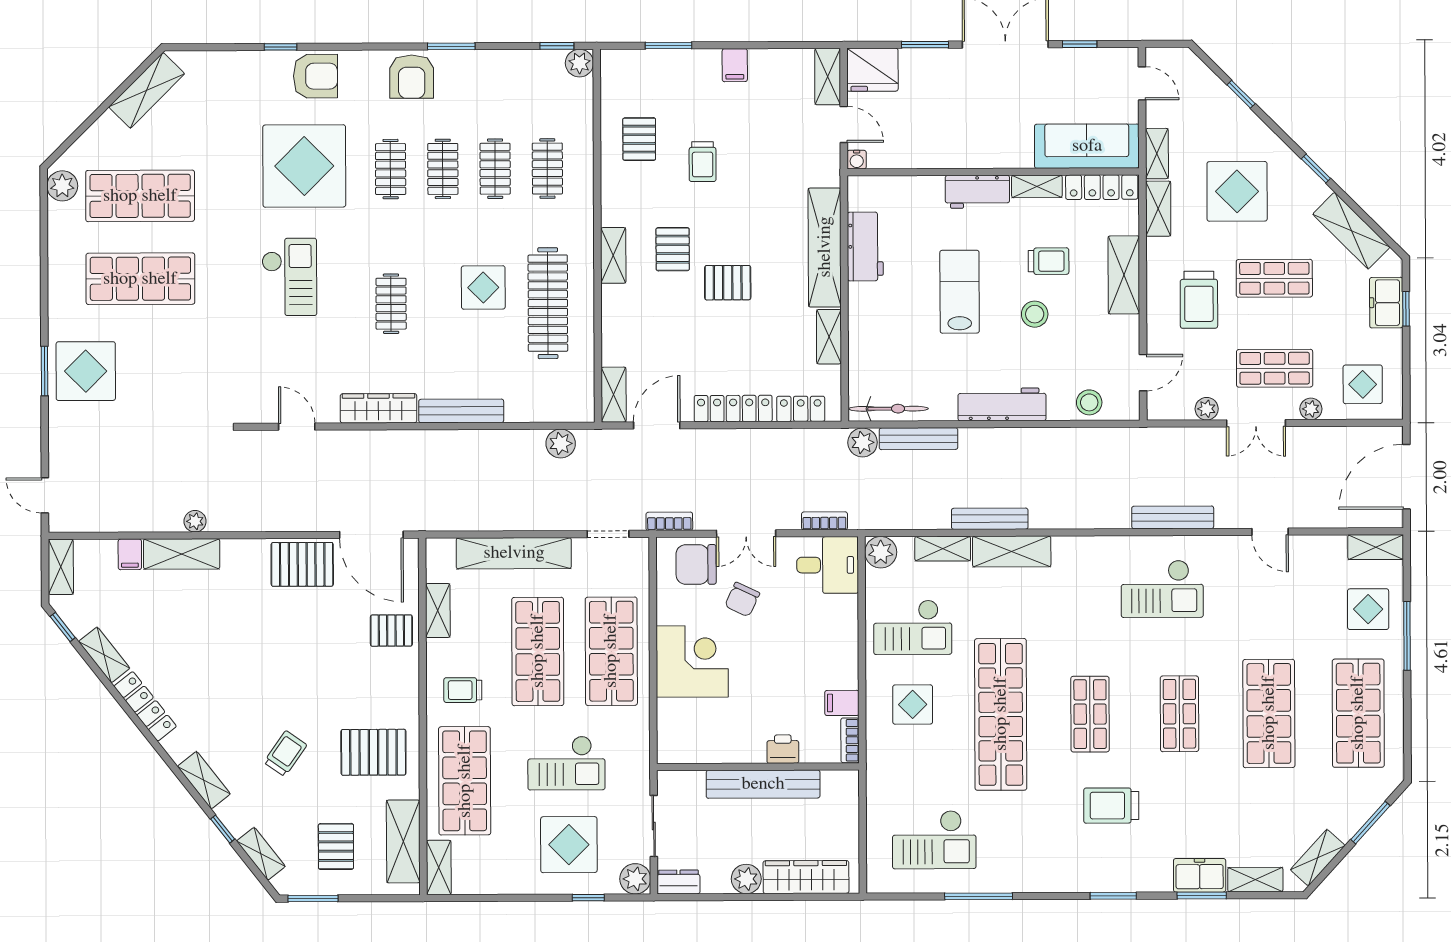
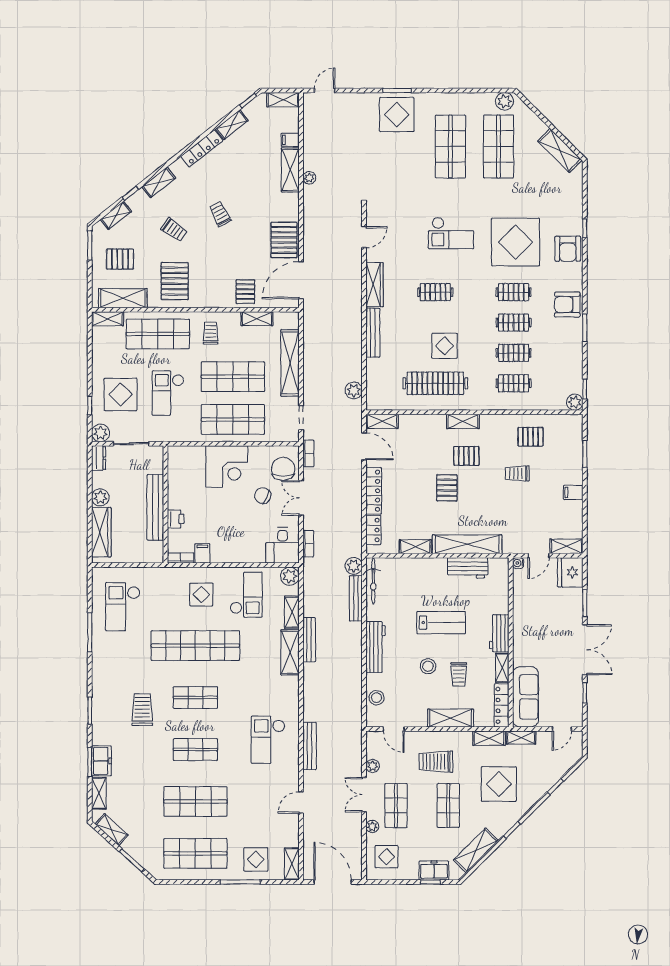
checkout: (913, 627) -> (246, 595), turned 180
trolley: (258, 674) -> (220, 214), added

